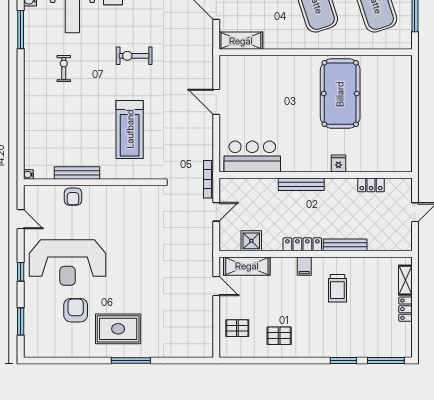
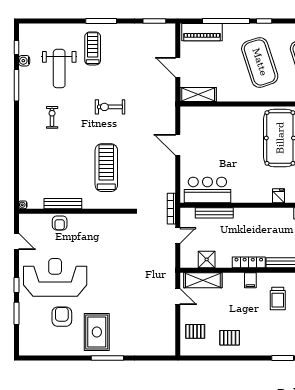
treadmill: (130, 129) -> (106, 168), turned 180
bench: (301, 184) -> (214, 213), moved
reception desk: (67, 263) -> (55, 277), turned 180
window: (21, 321) -> (16, 313), moved
rug: (118, 329) -> (97, 332), turned 90

